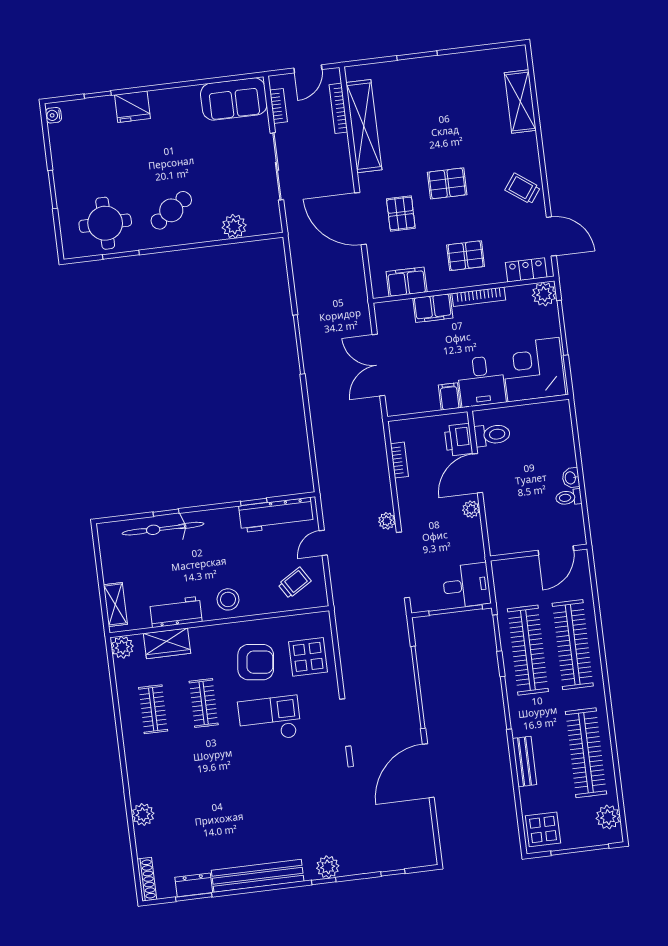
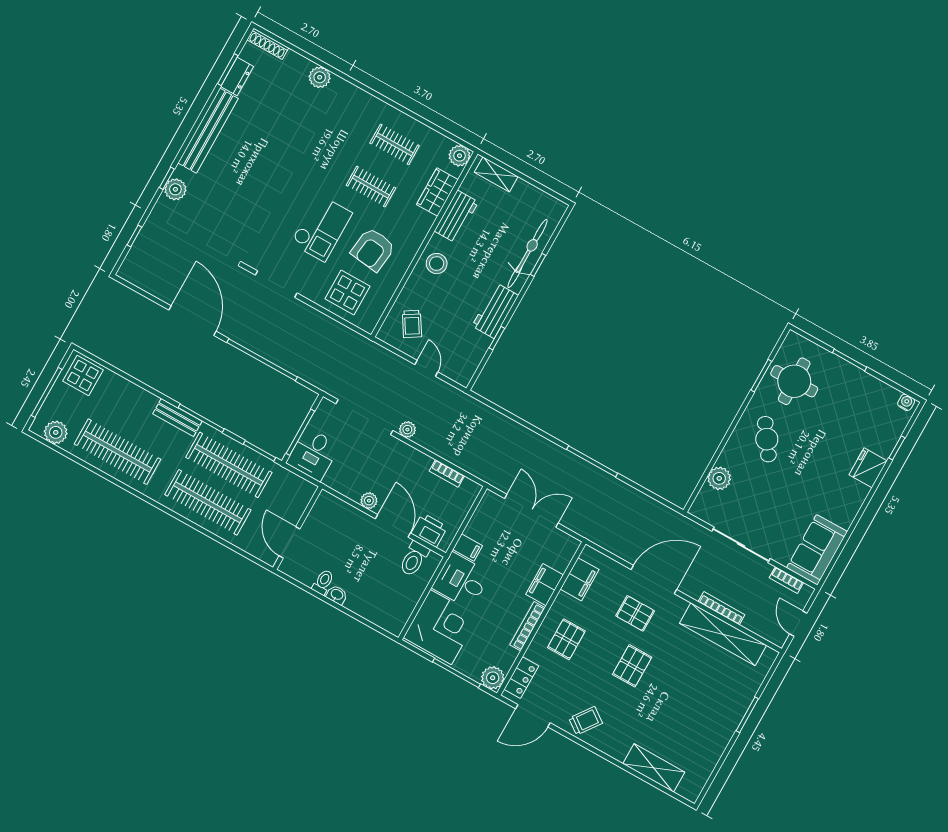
bookcase: (338, 108) -> (721, 608), moved
workbench: (276, 515) -> (495, 311), moved, width x0.73
bench: (524, 762) -> (177, 417), moved

